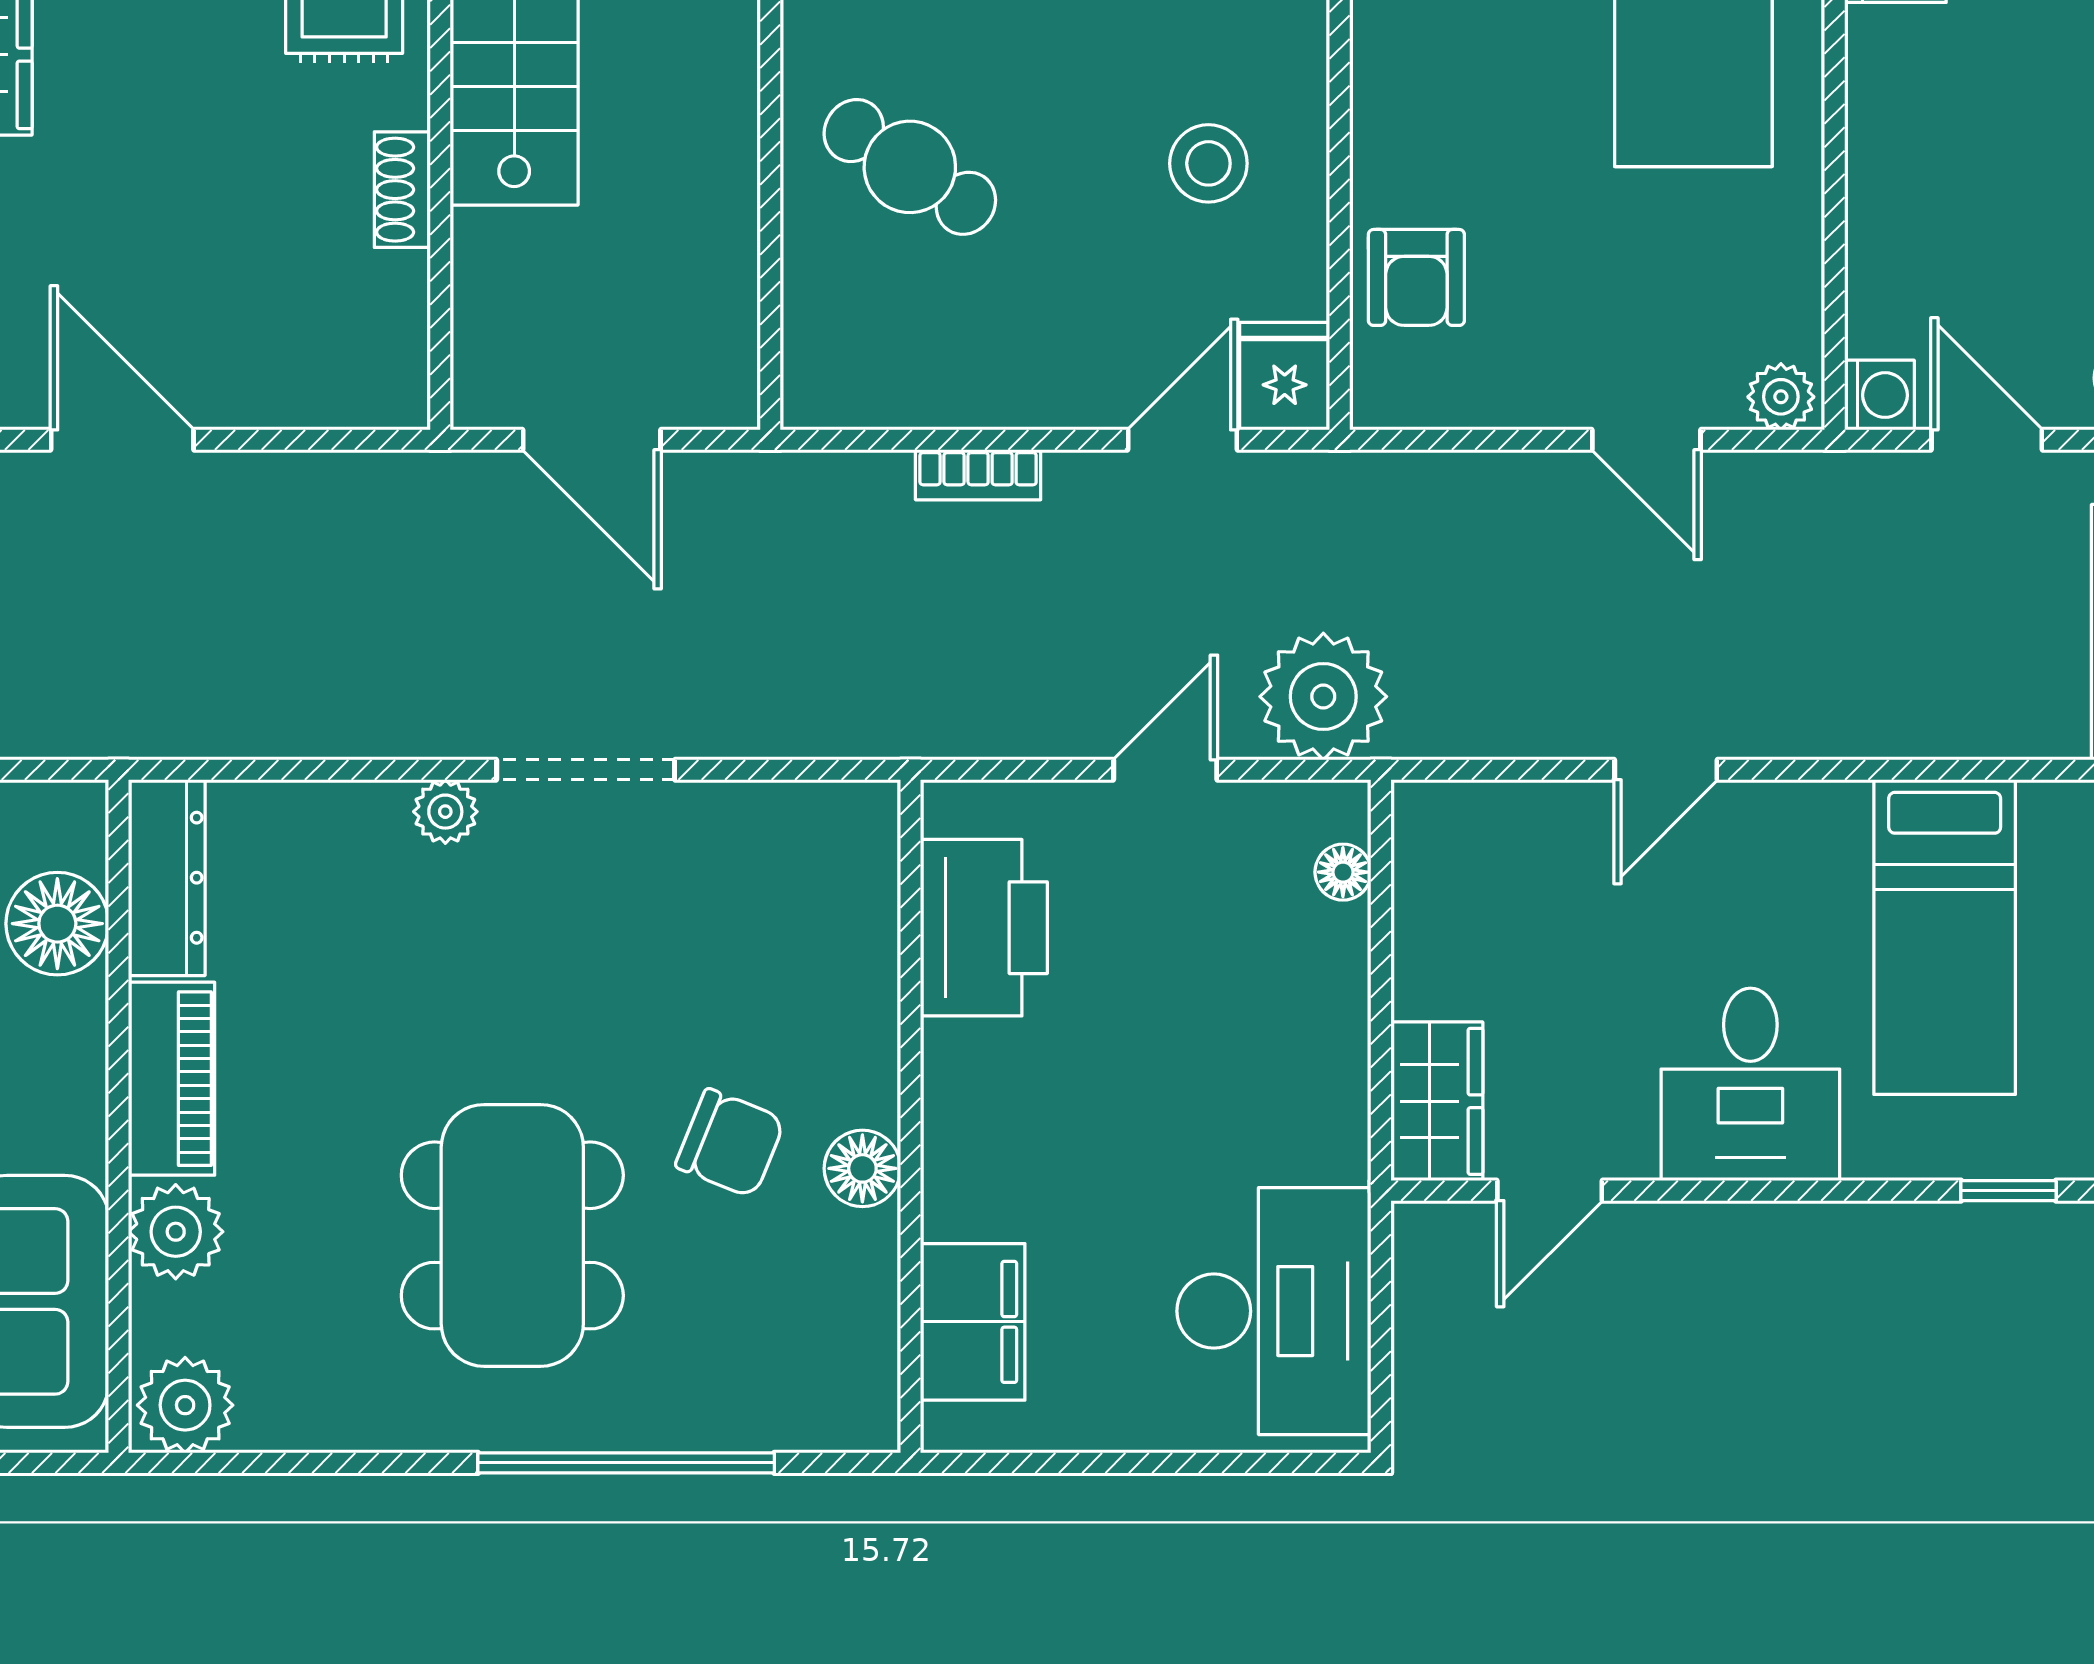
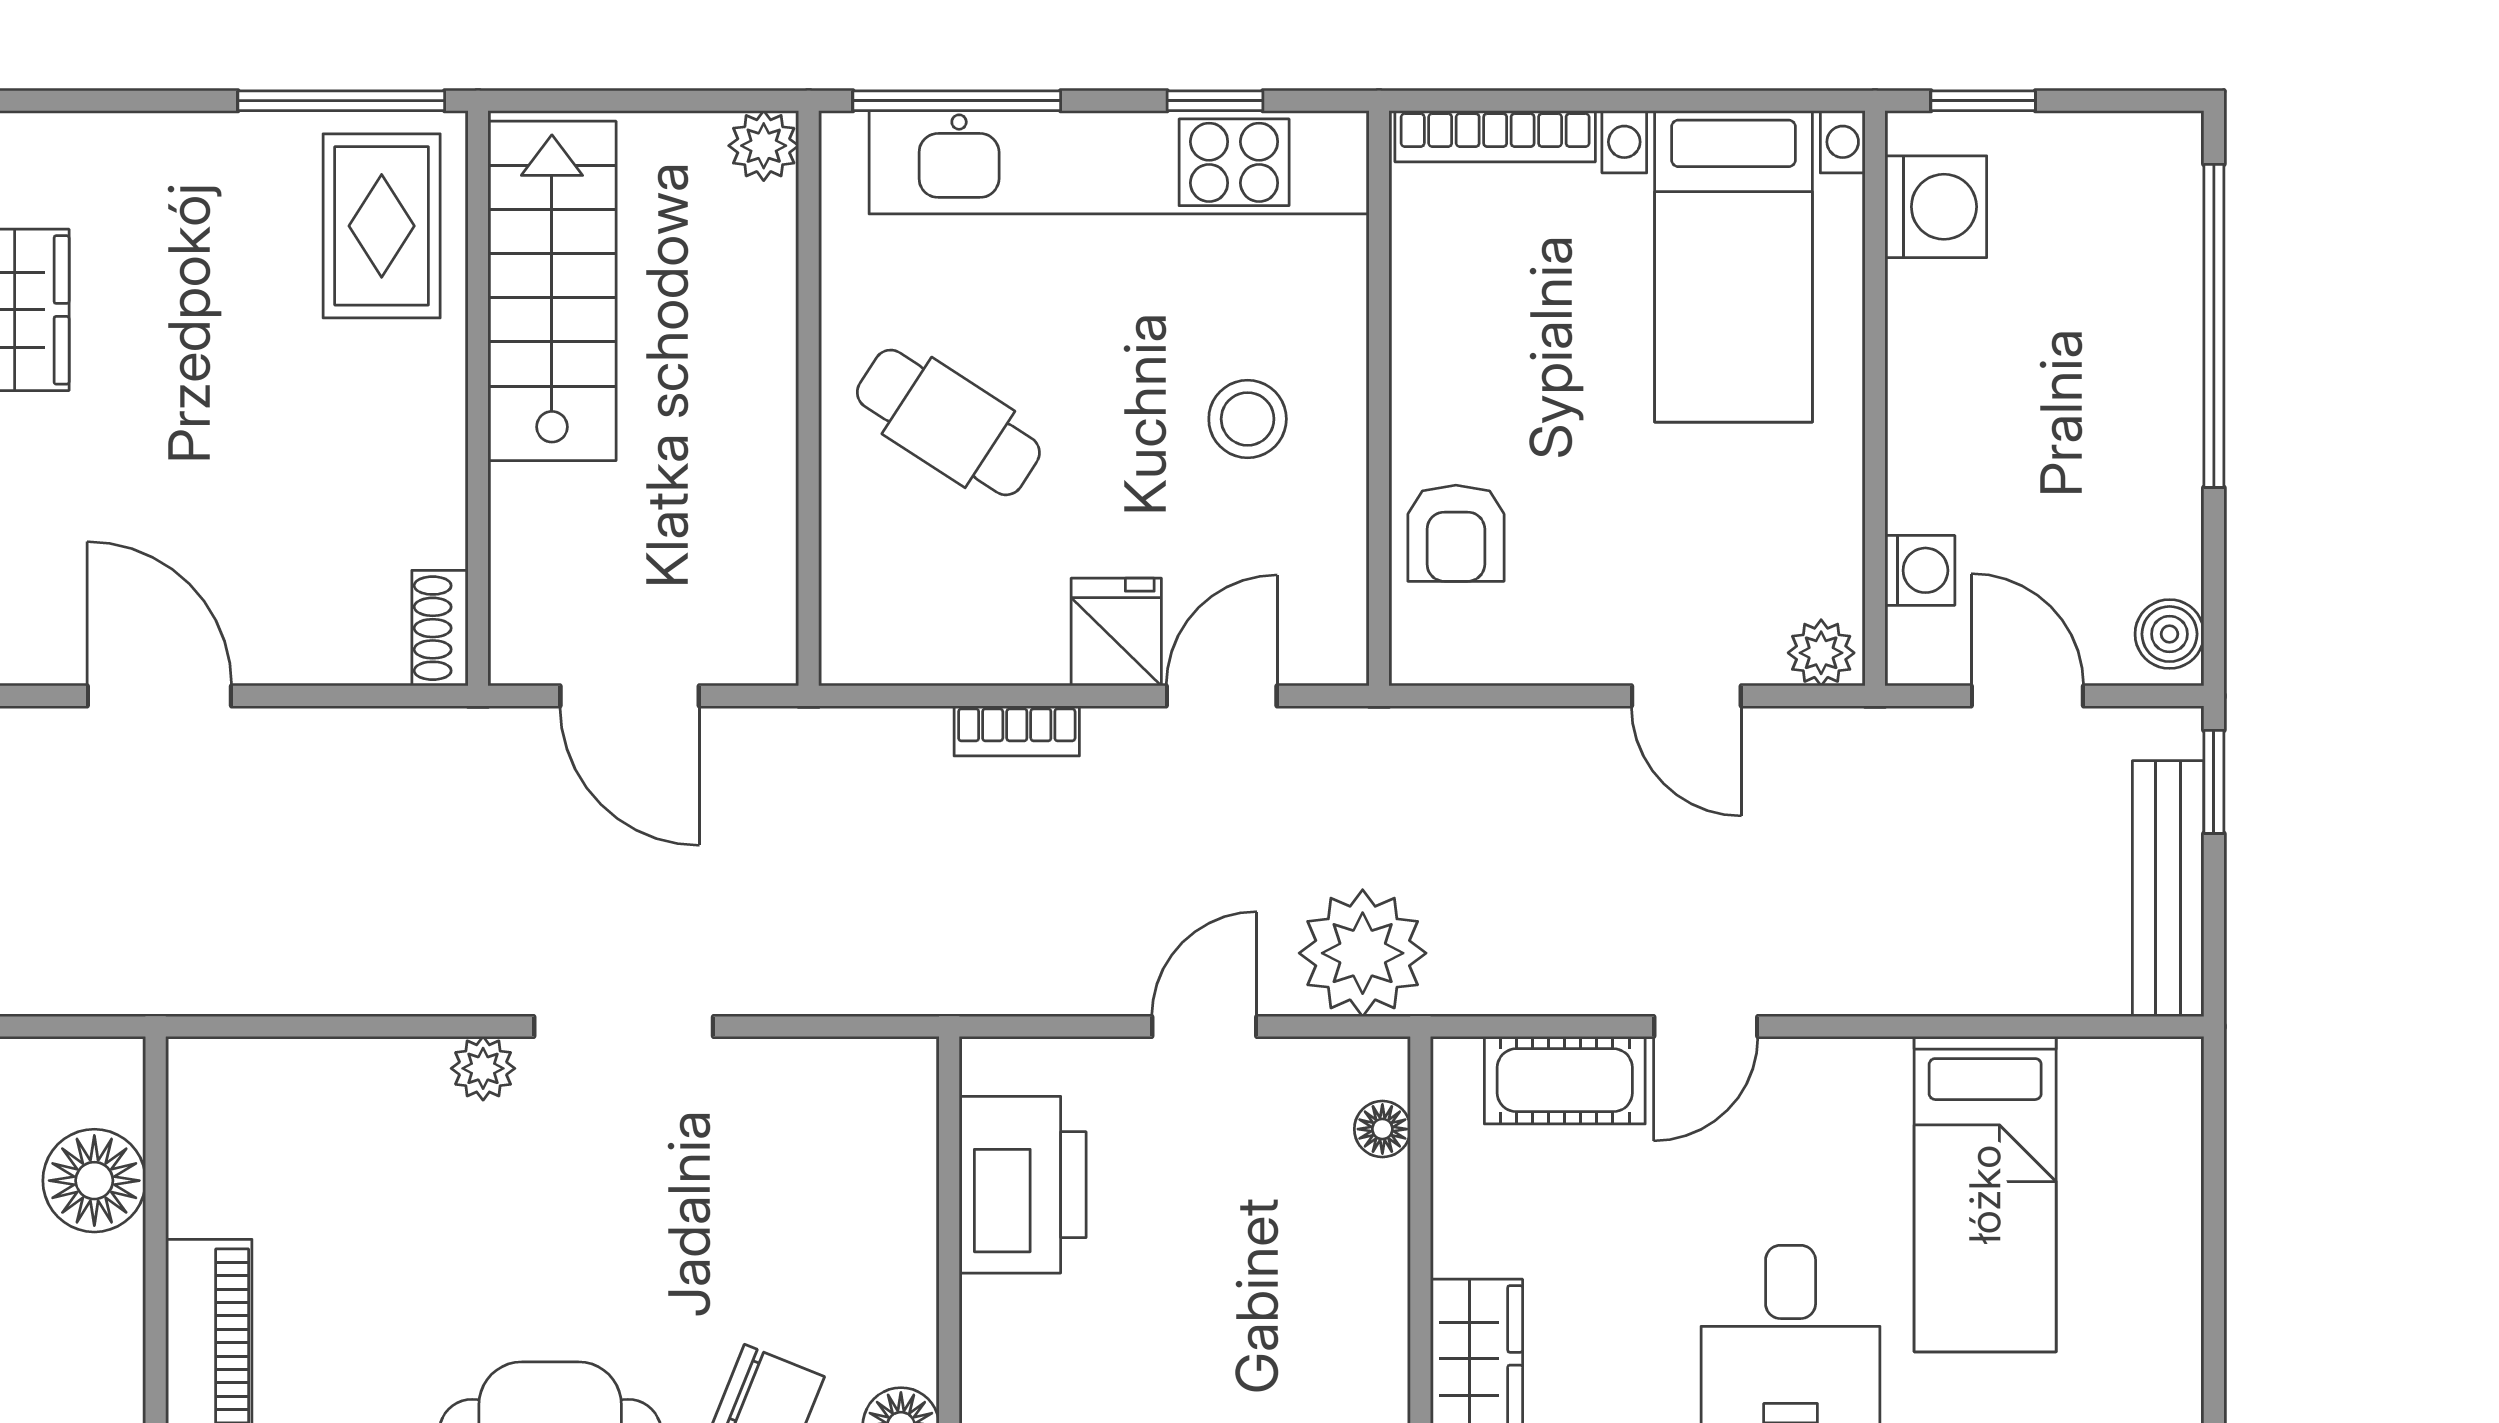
shoe rack: (402, 190) -> (440, 628), moved
fridge: (1285, 376) -> (1116, 632), moved
washing machine: (1879, 395) -> (1920, 570), moved
cot: (1525, 823) -> (1565, 1080), added
dresser: (167, 878) -> (204, 1135), removed

